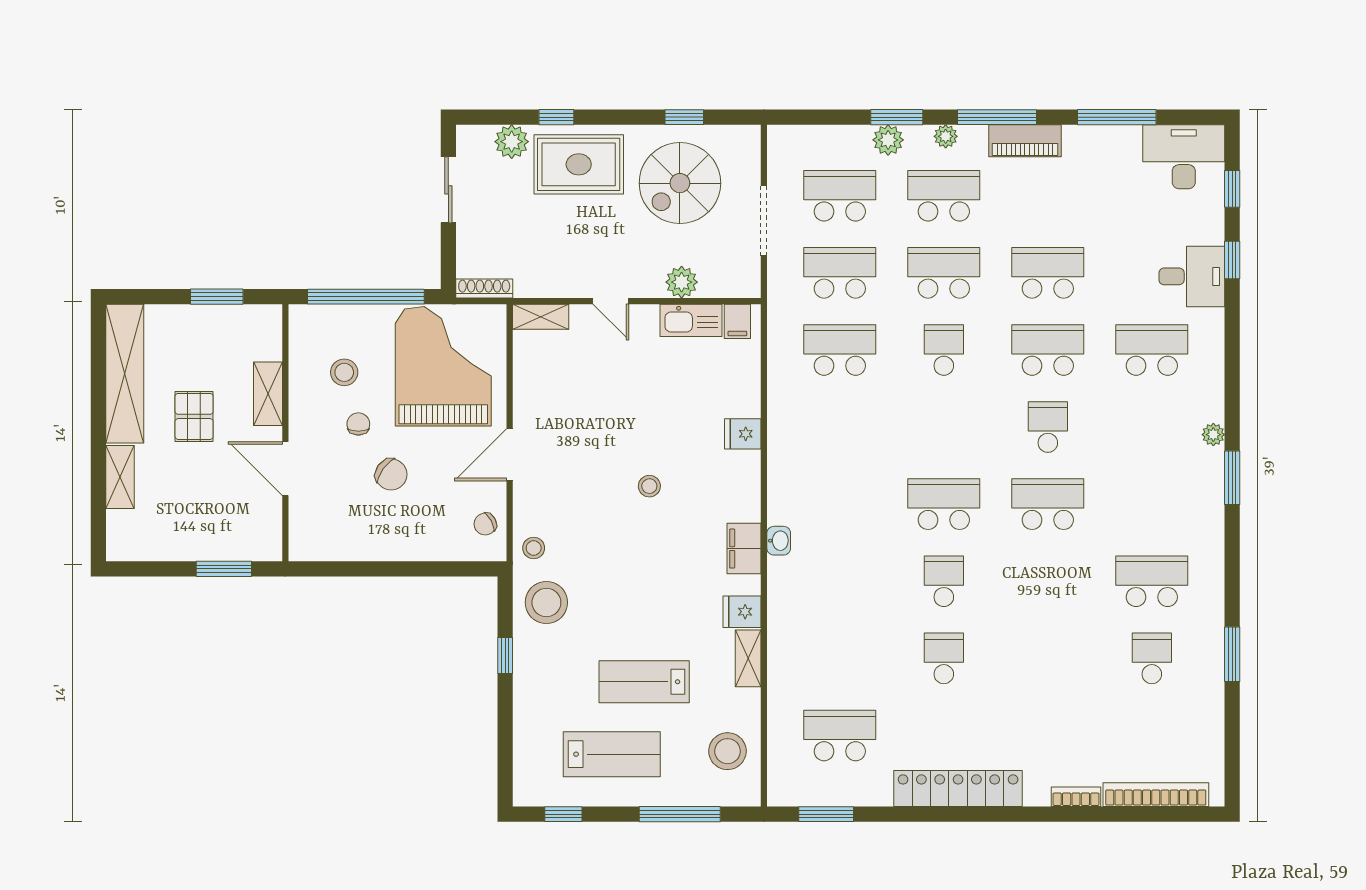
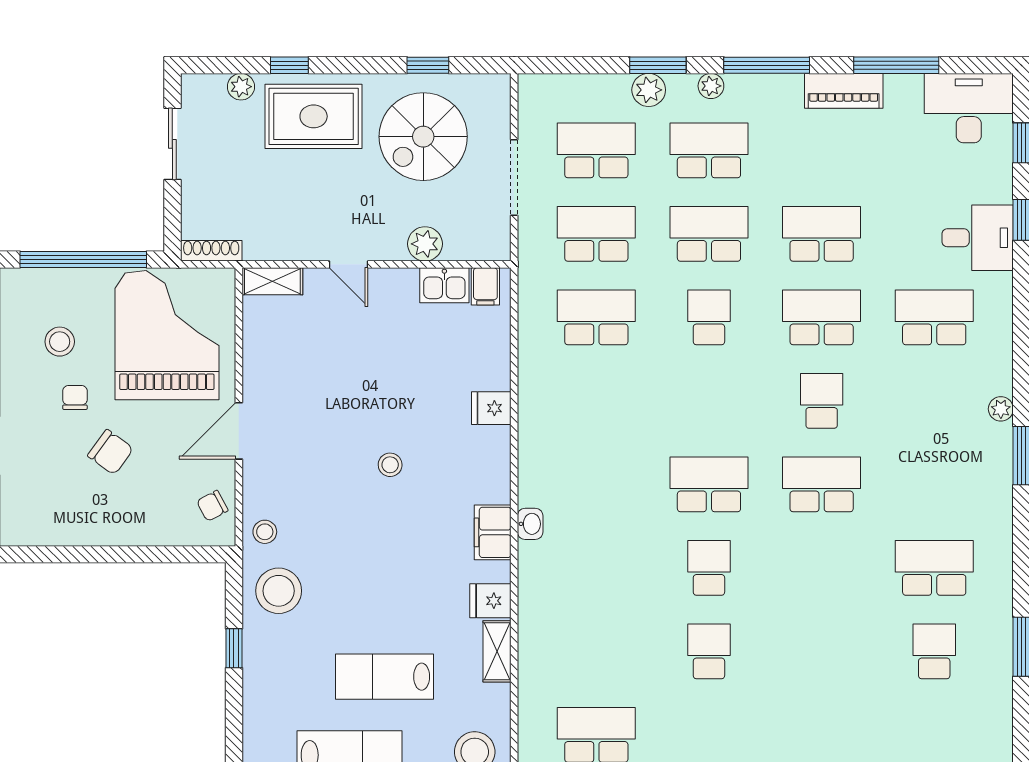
piano: (1025, 141) -> (844, 91), moved
plant: (512, 142) -> (241, 87), width x0.73, depth x0.73
kitchen sink: (691, 320) -> (444, 285), width x0.73

